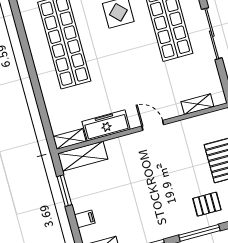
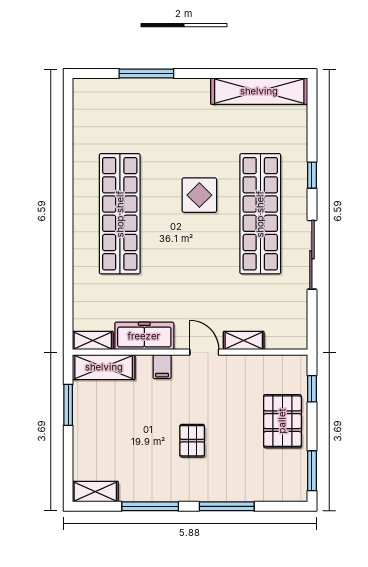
shelving: (197, 104) -> (244, 340), moved
pallet: (207, 204) -> (192, 441), moved, turned 90
filing cabinet: (85, 219) -> (162, 367), moved, turned 90

